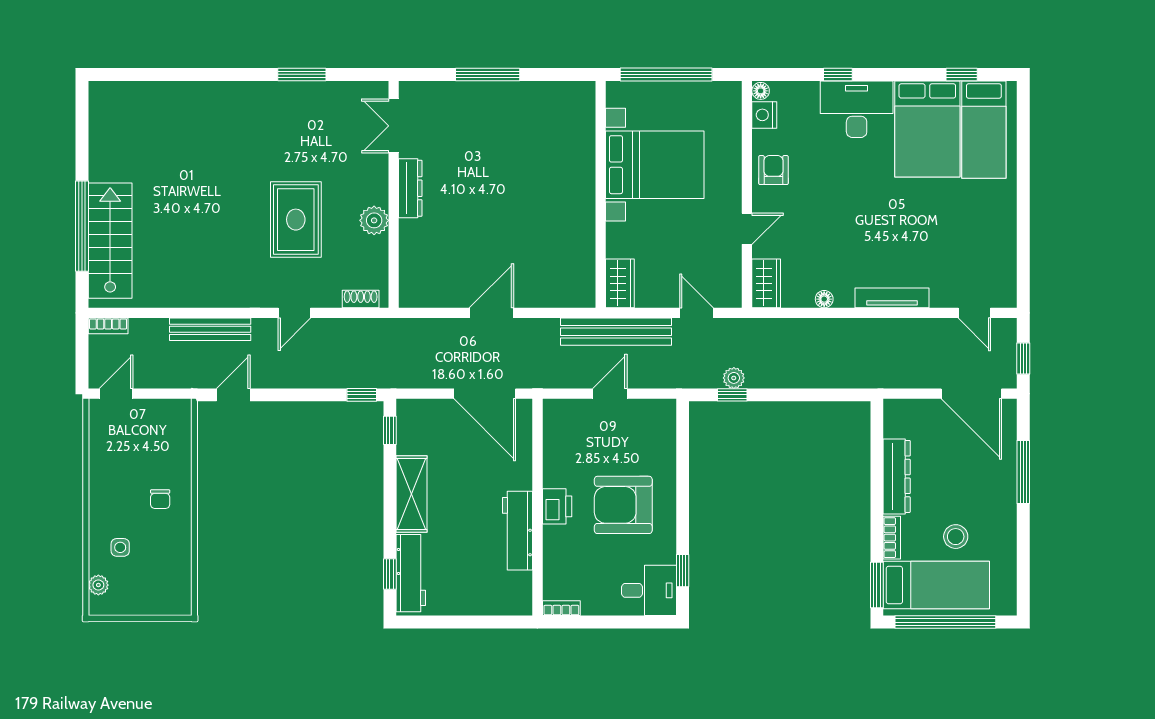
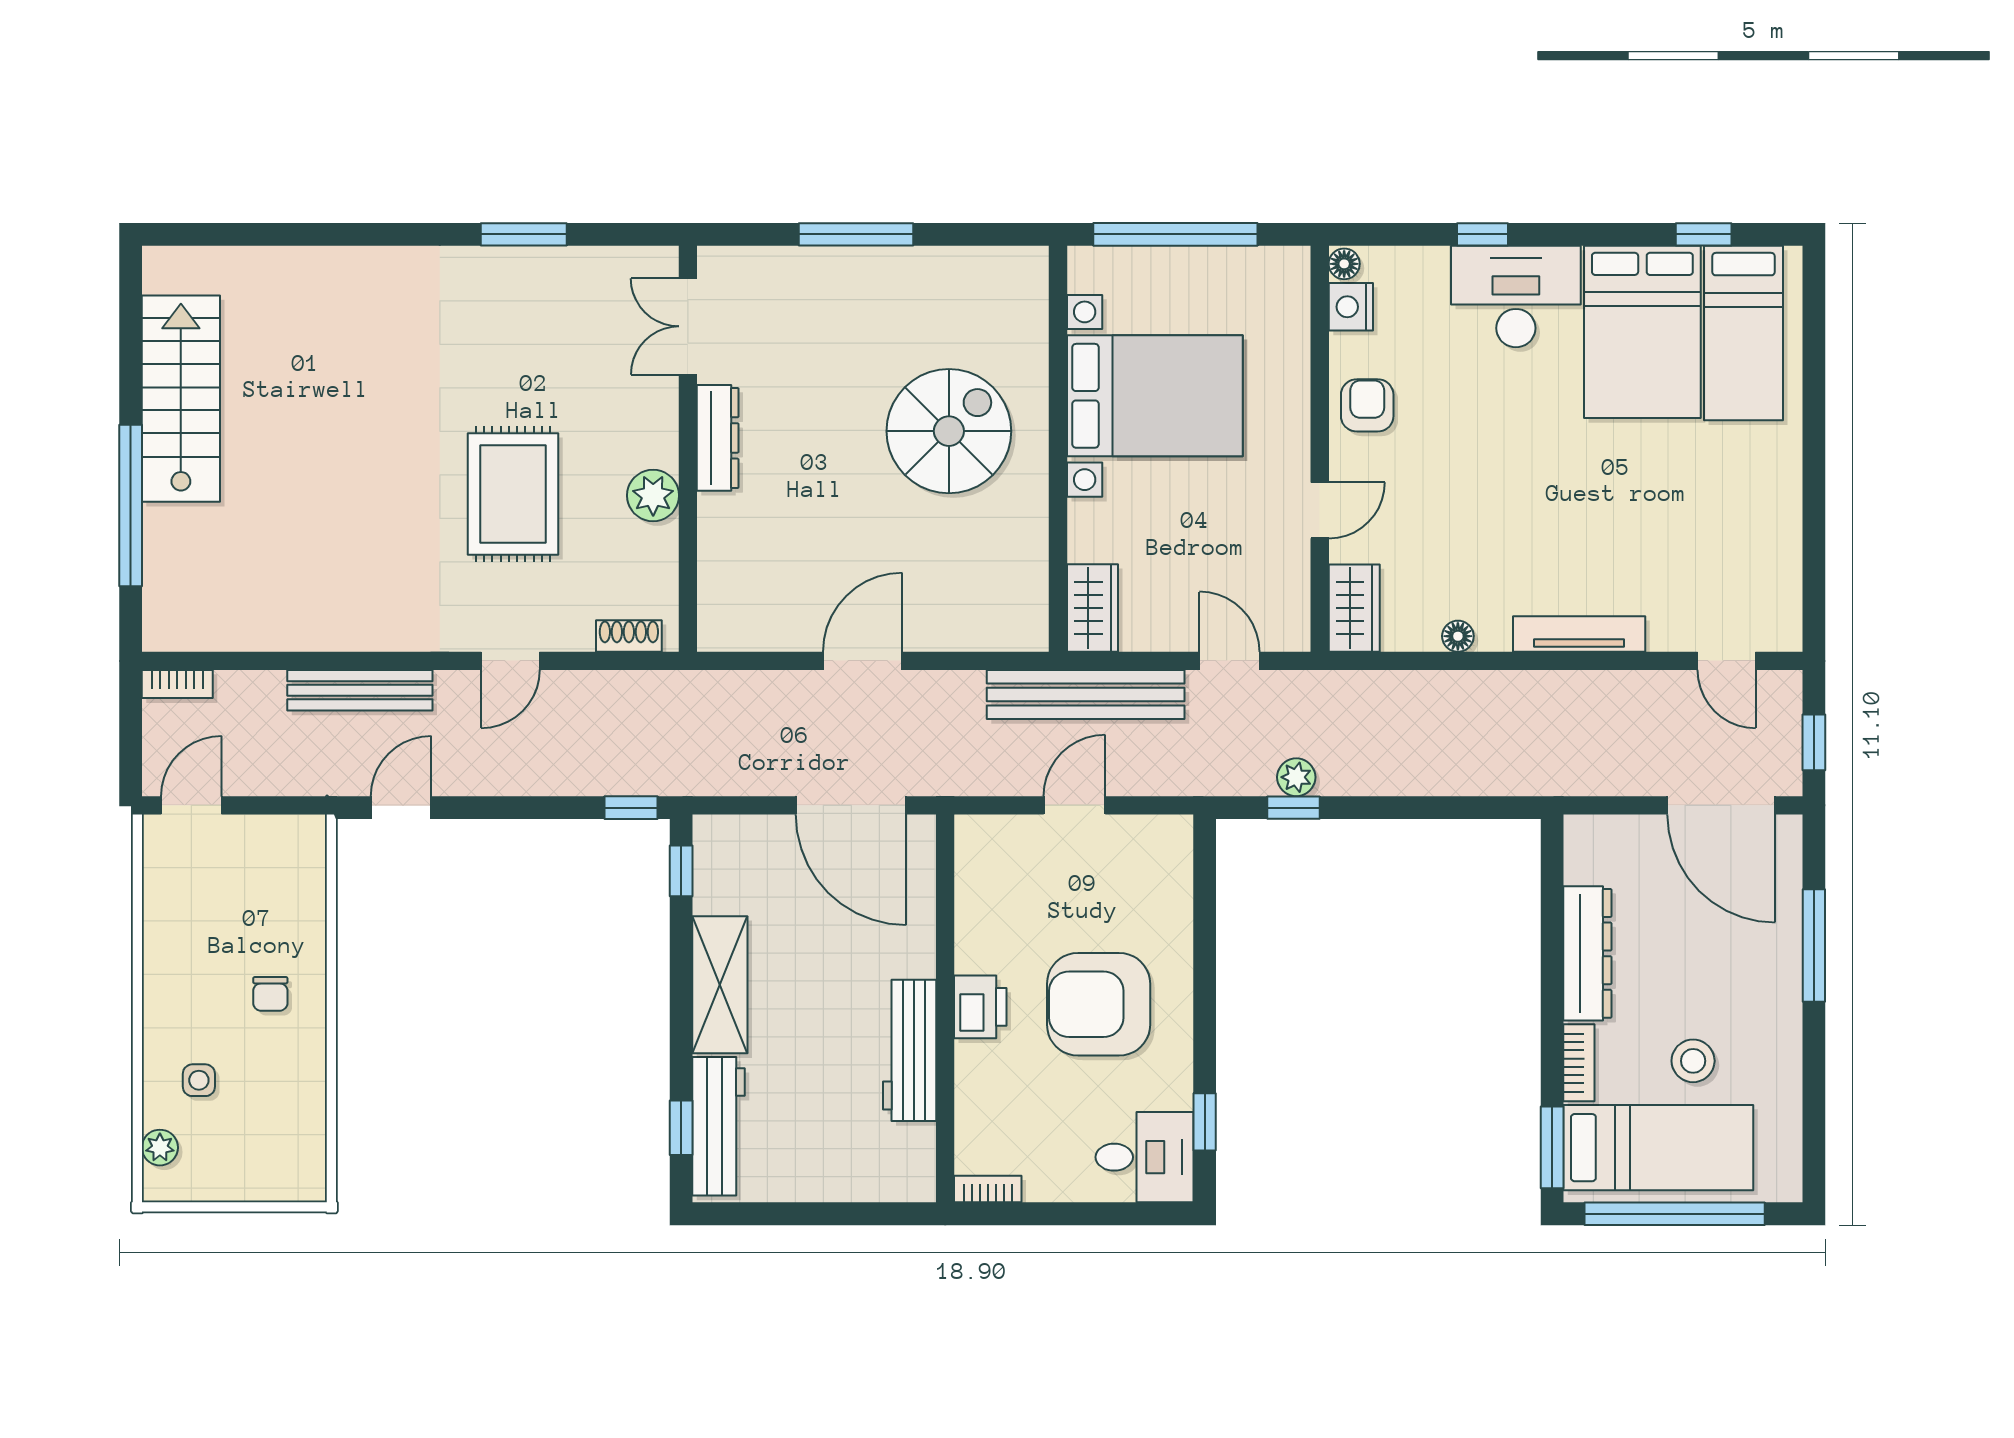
spiral stairs: (540, 184) -> (949, 431), added
stairs: (110, 241) -> (181, 399), moved

